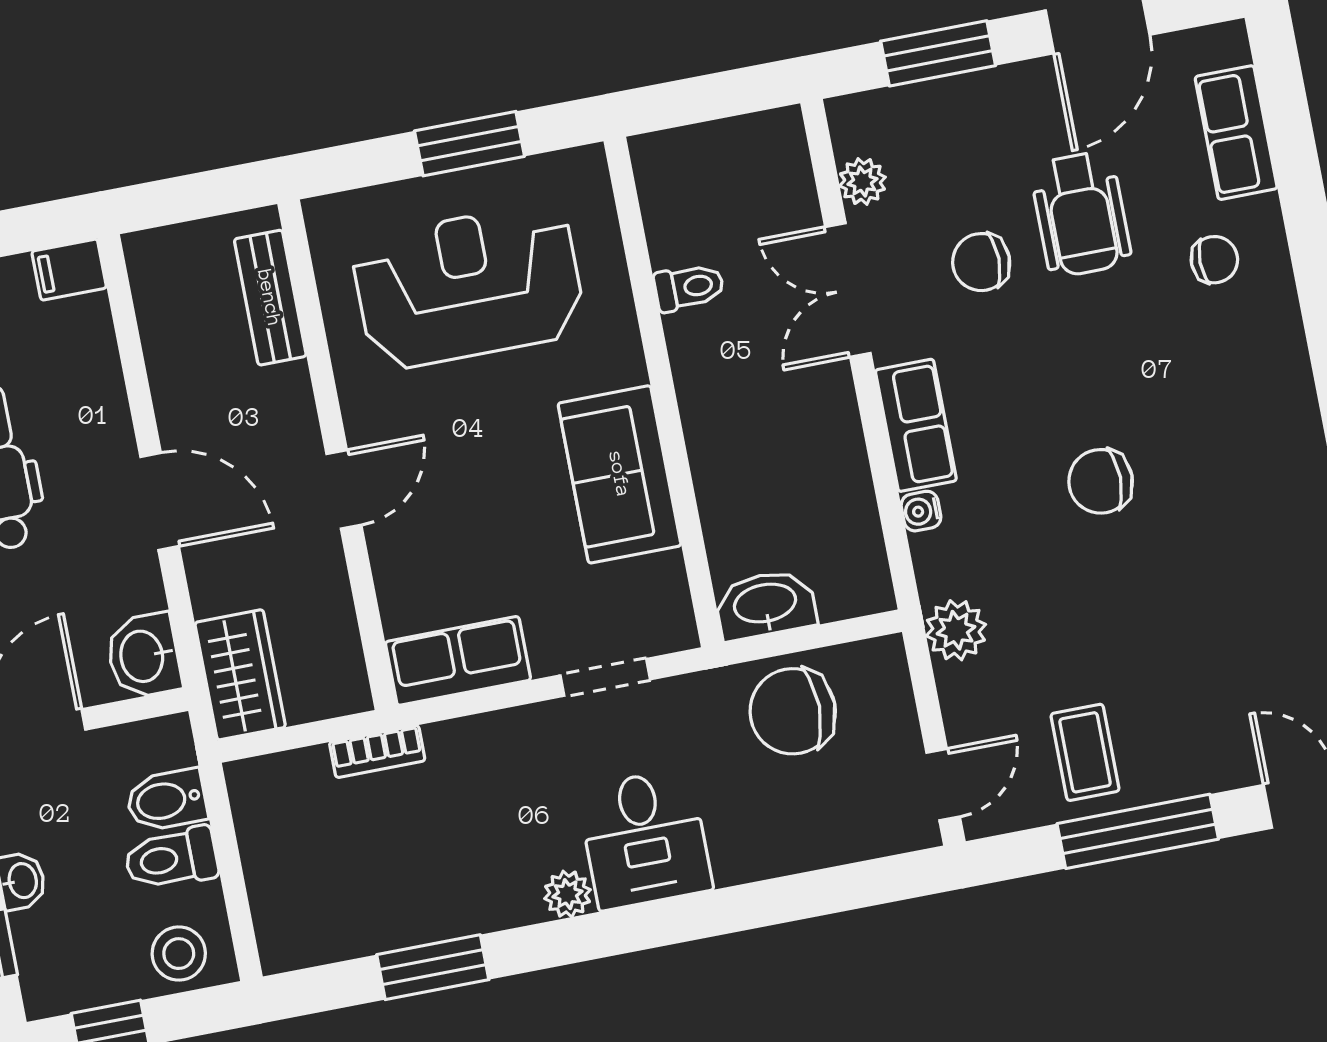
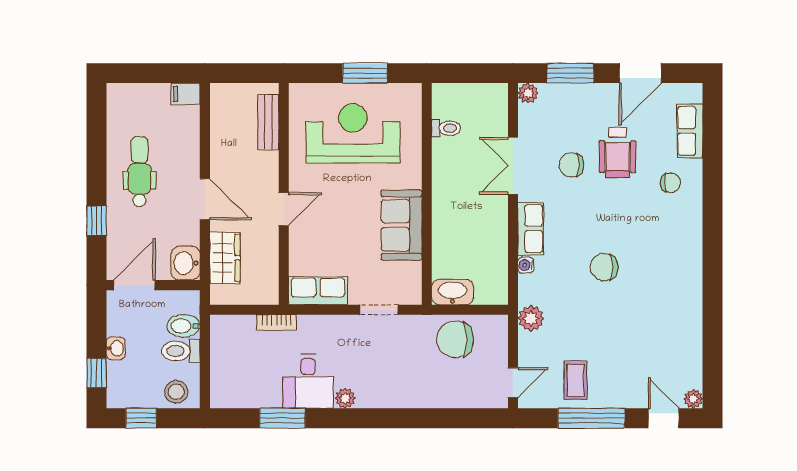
plant: (862, 181) -> (528, 93), moved
toilet: (689, 287) -> (446, 128), moved
wardrobe: (240, 675) -> (225, 258), moved
desk: (645, 839) -> (308, 381), moved

